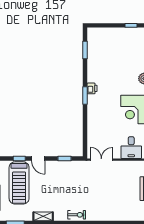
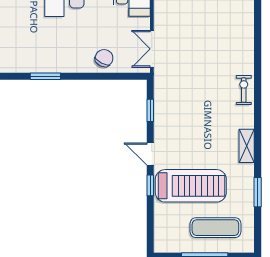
printer: (92, 88) -> (34, 65), removed
chair: (96, 131) -> (104, 58), added
door: (38, 159) -> (150, 154), swing flipped

